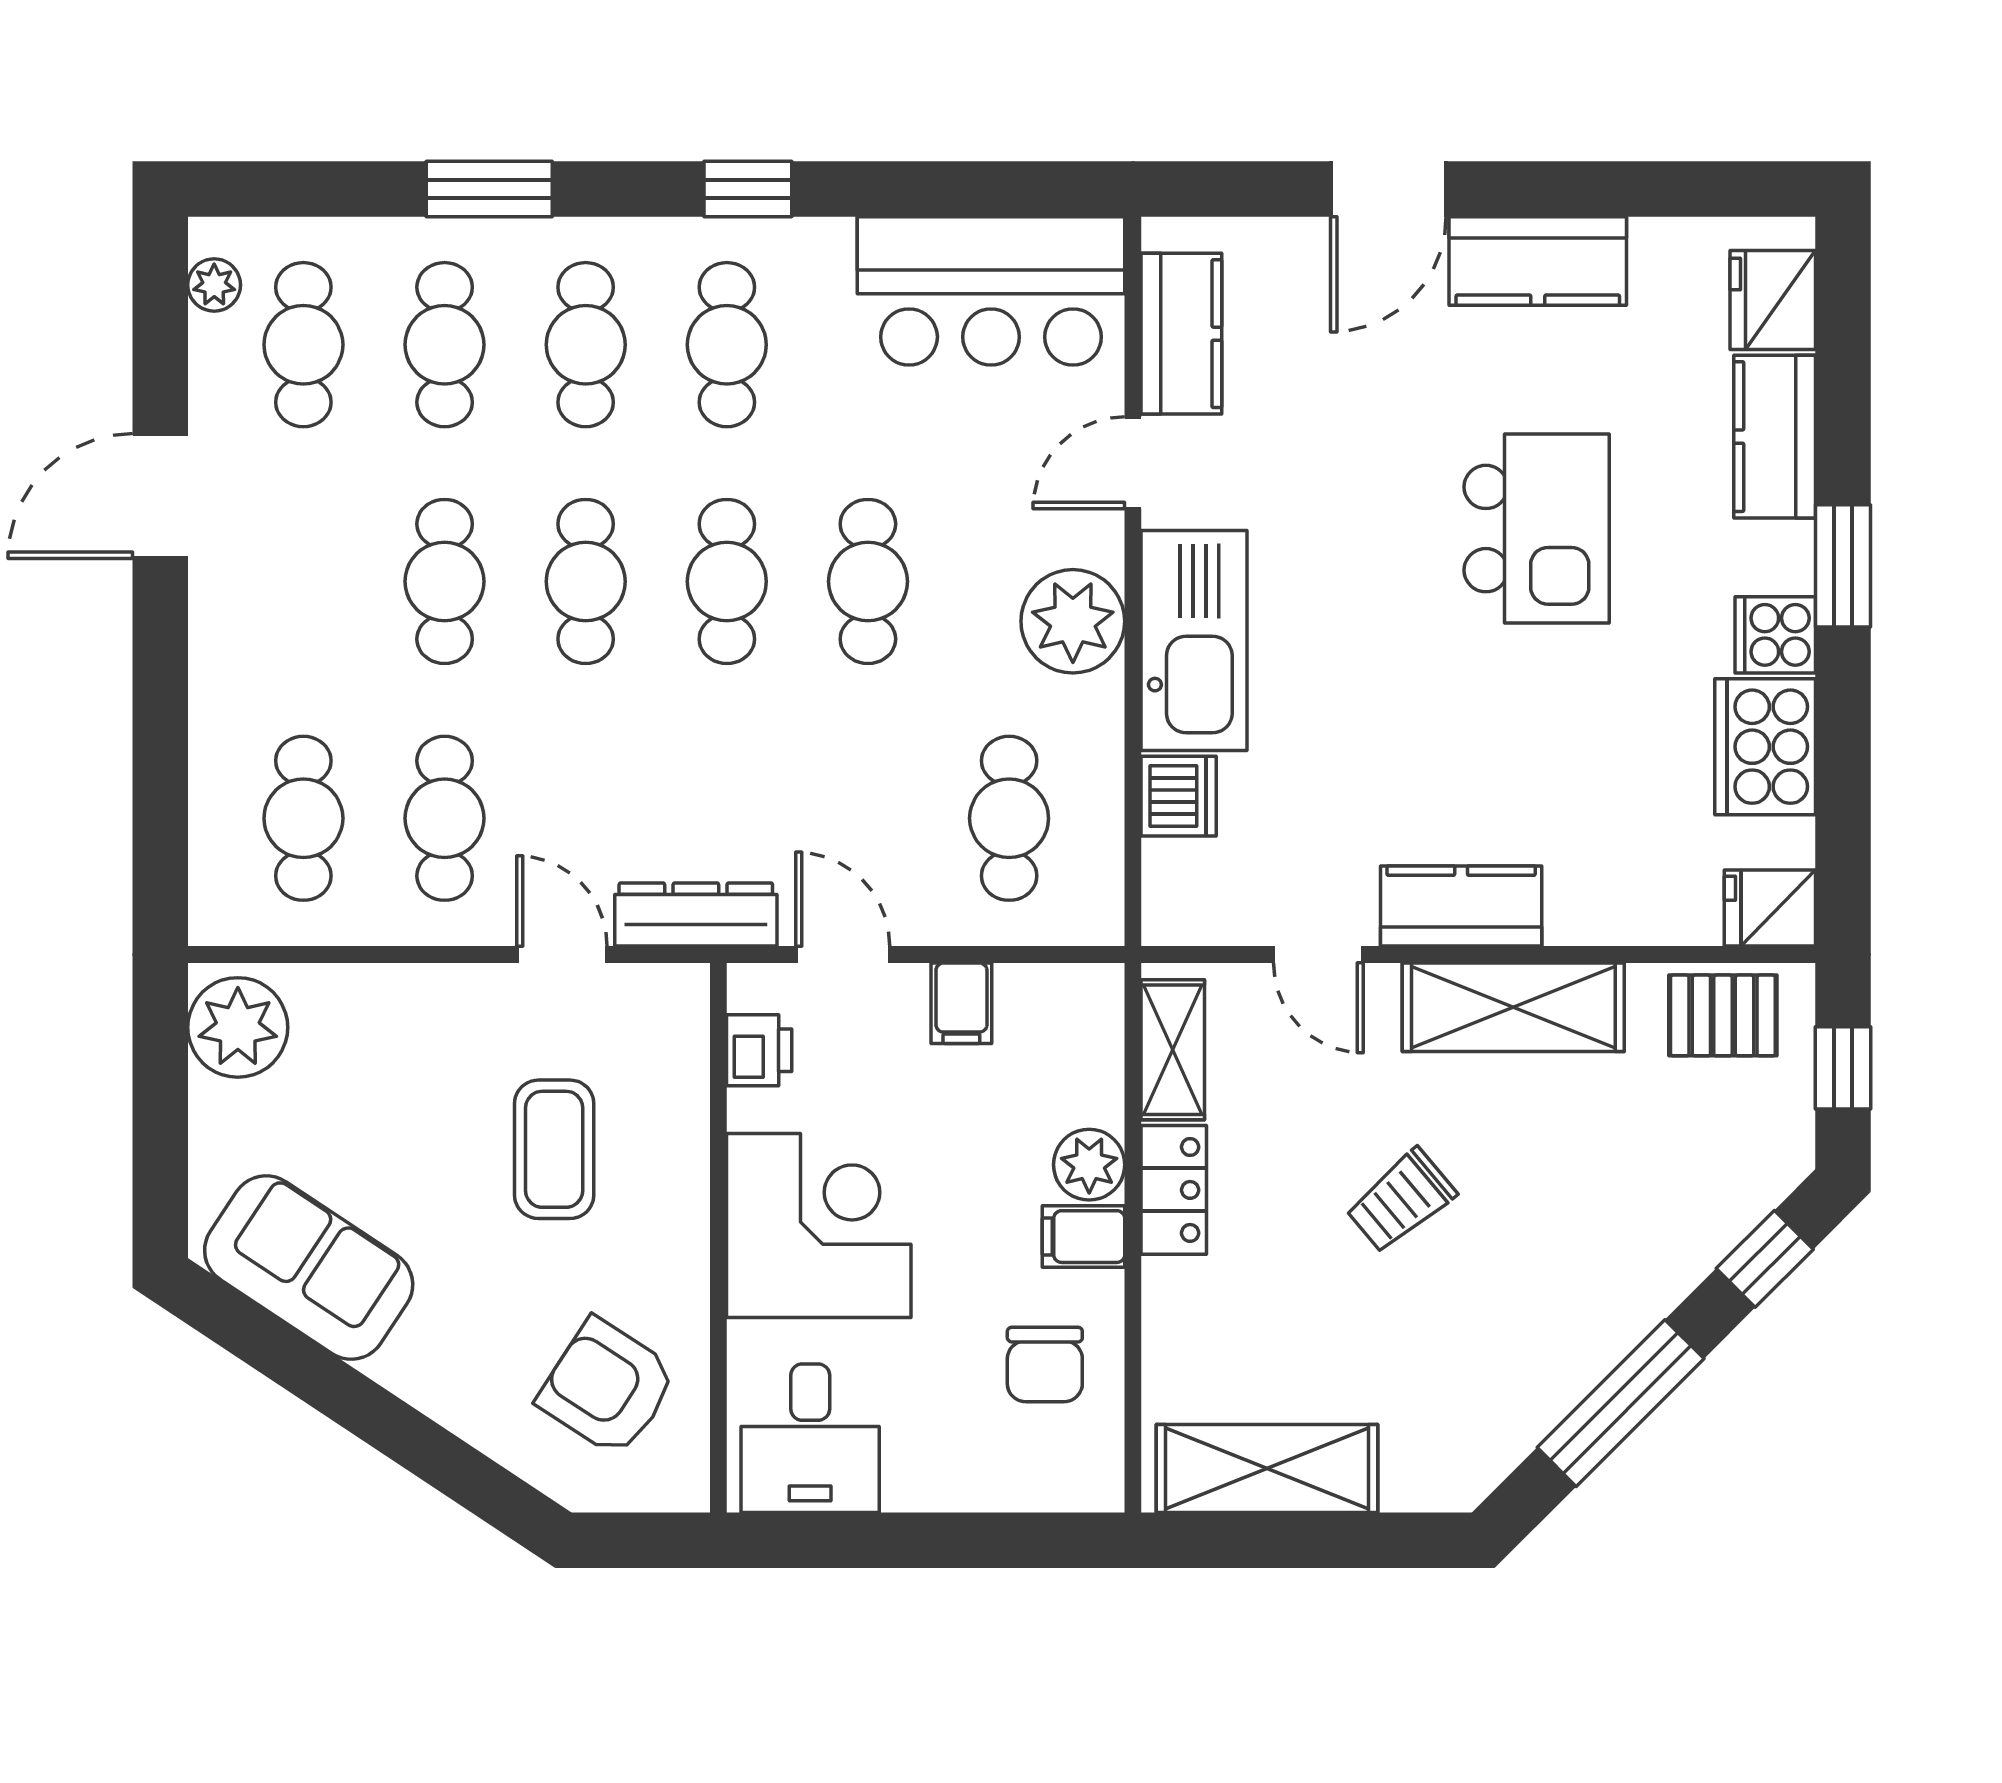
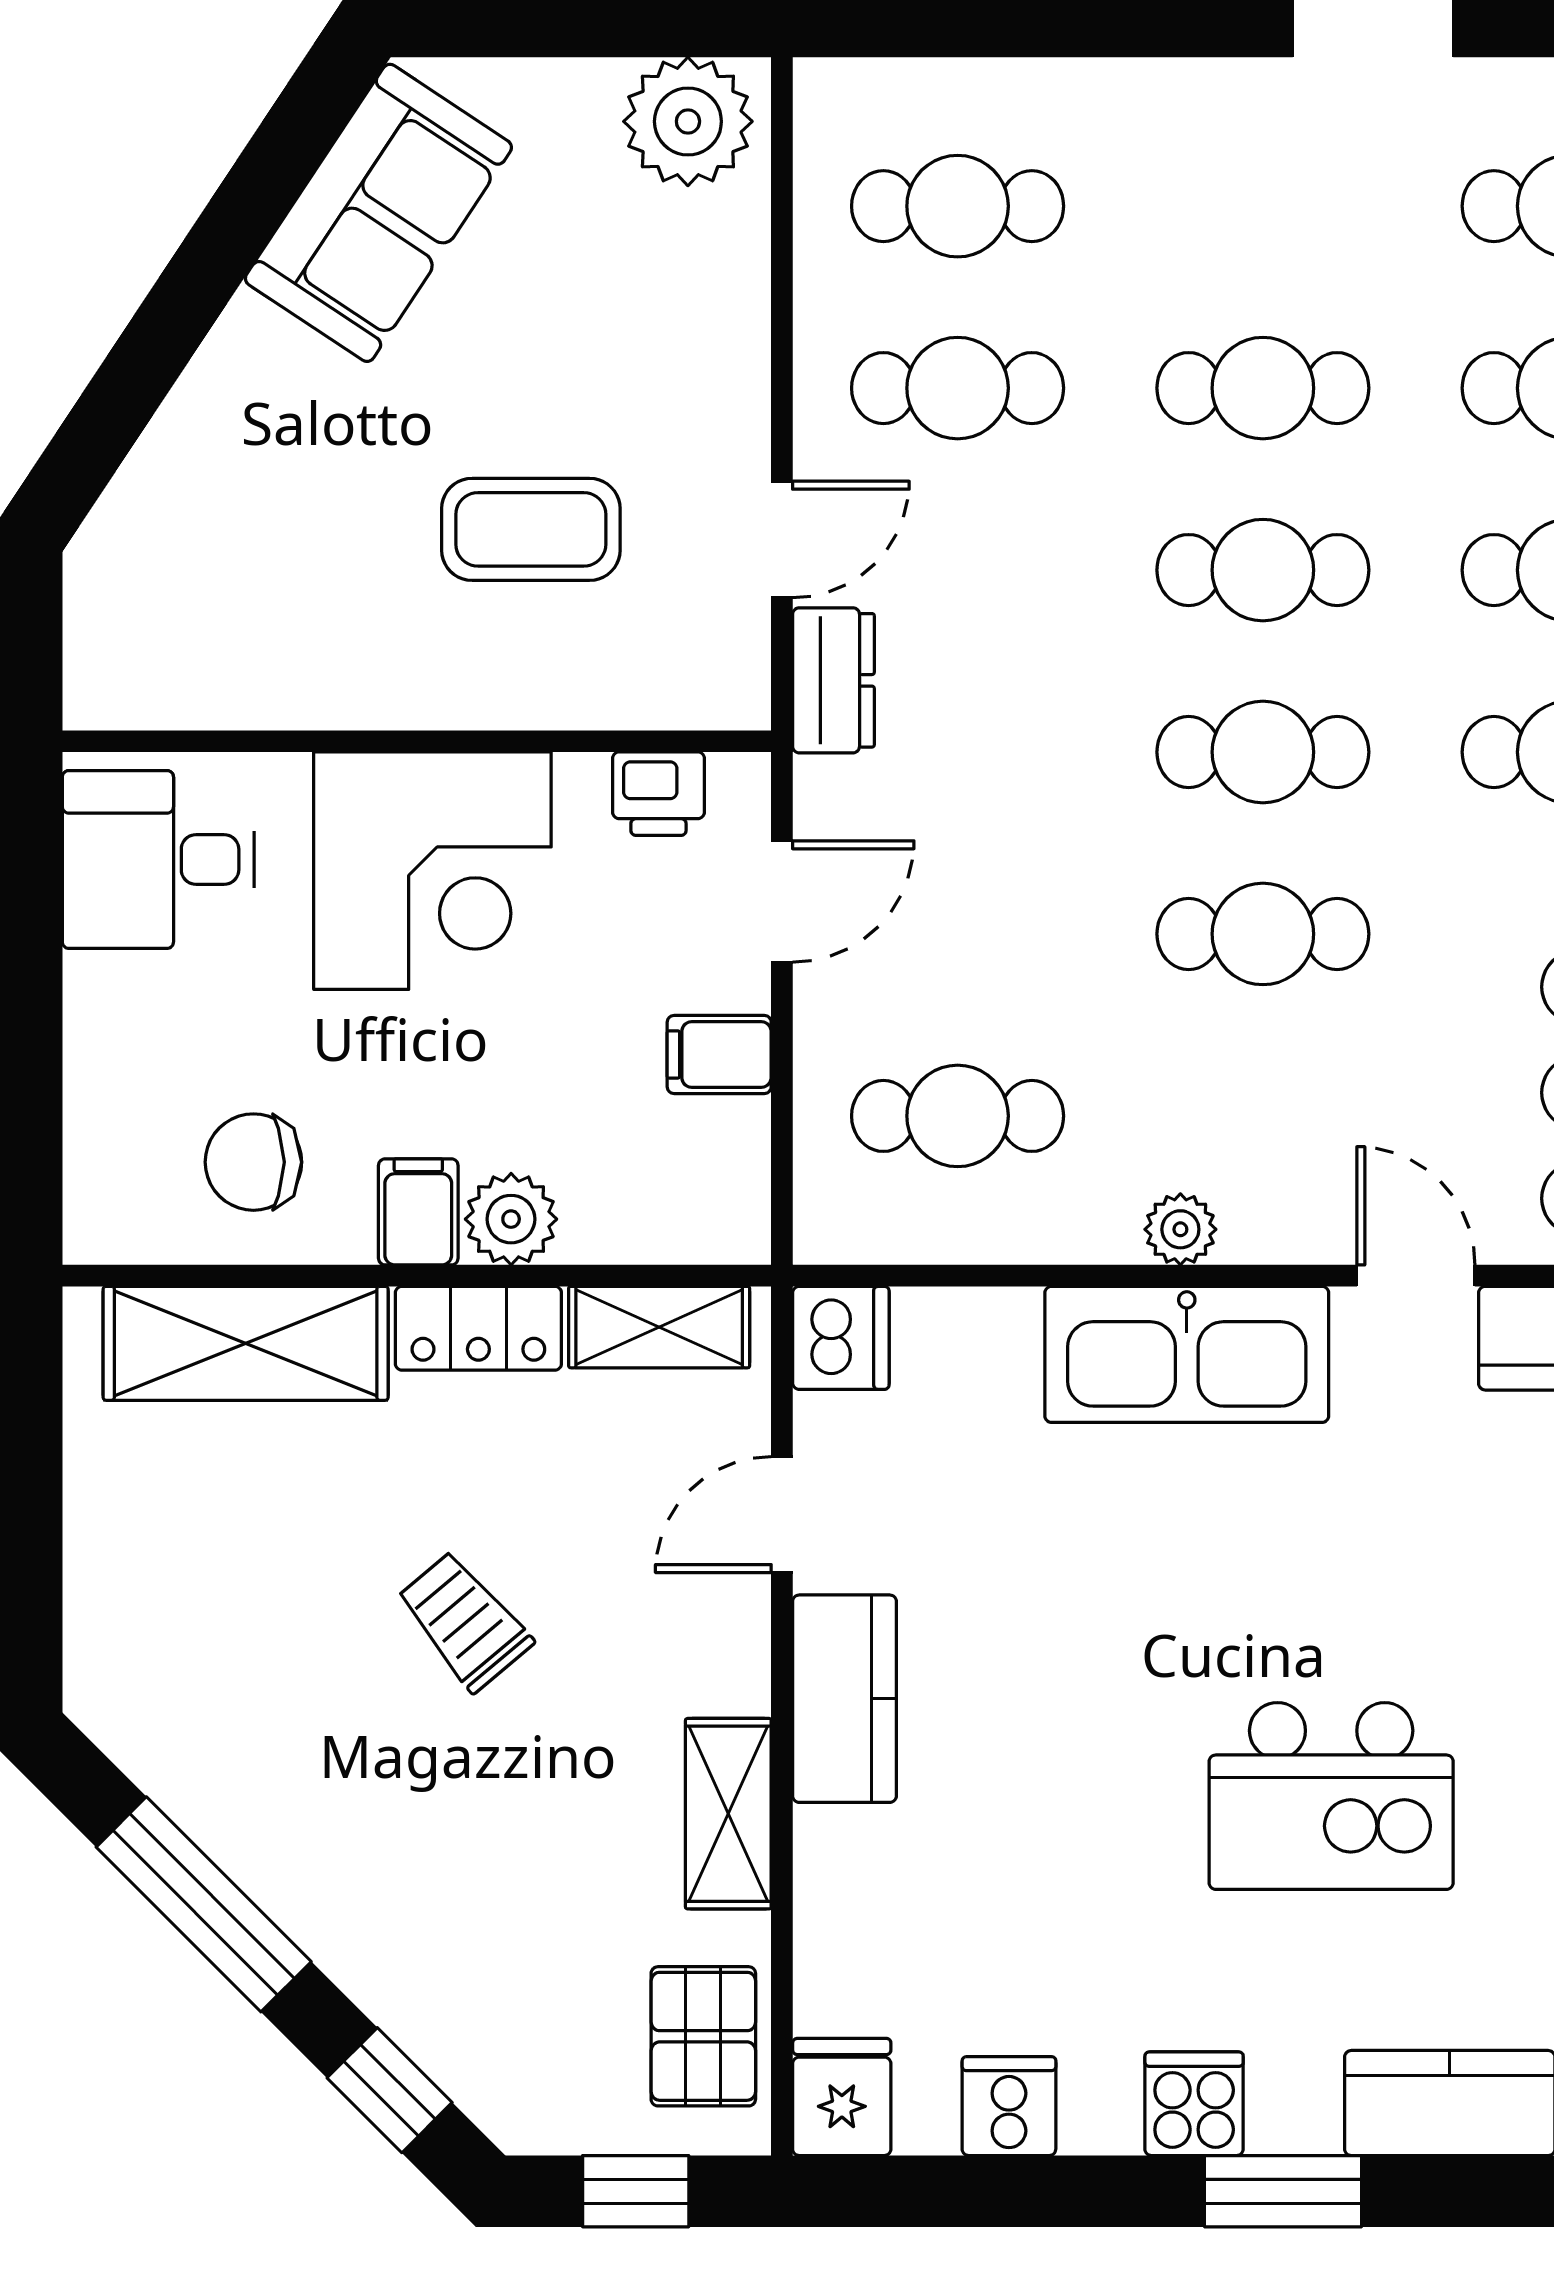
plant: (1073, 621) -> (1180, 1229), width x0.53, depth x0.53
cooker: (1765, 747) -> (1009, 2106), width x0.53, depth x0.76
dishwasher: (1179, 796) -> (841, 1338), moved, turned -90
dresser: (696, 915) -> (833, 680), width x0.70
shelving: (1513, 1007) -> (728, 1814), width x0.67, depth x0.75
armchair: (607, 1387) -> (224, 598), removed
shelving: (1267, 1468) -> (246, 1343), moved, turned 90

